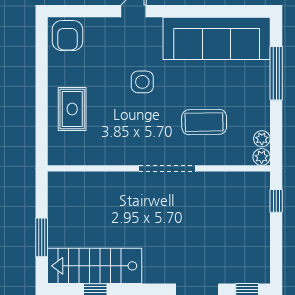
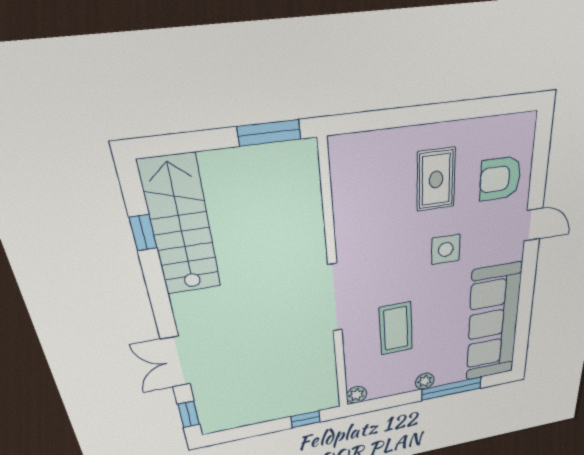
armchair: (67, 36) -> (500, 179), moved
rug: (72, 109) -> (436, 180), moved, turned 90
plant: (262, 139) -> (425, 381), moved
window: (42, 237) -> (269, 133), moved

